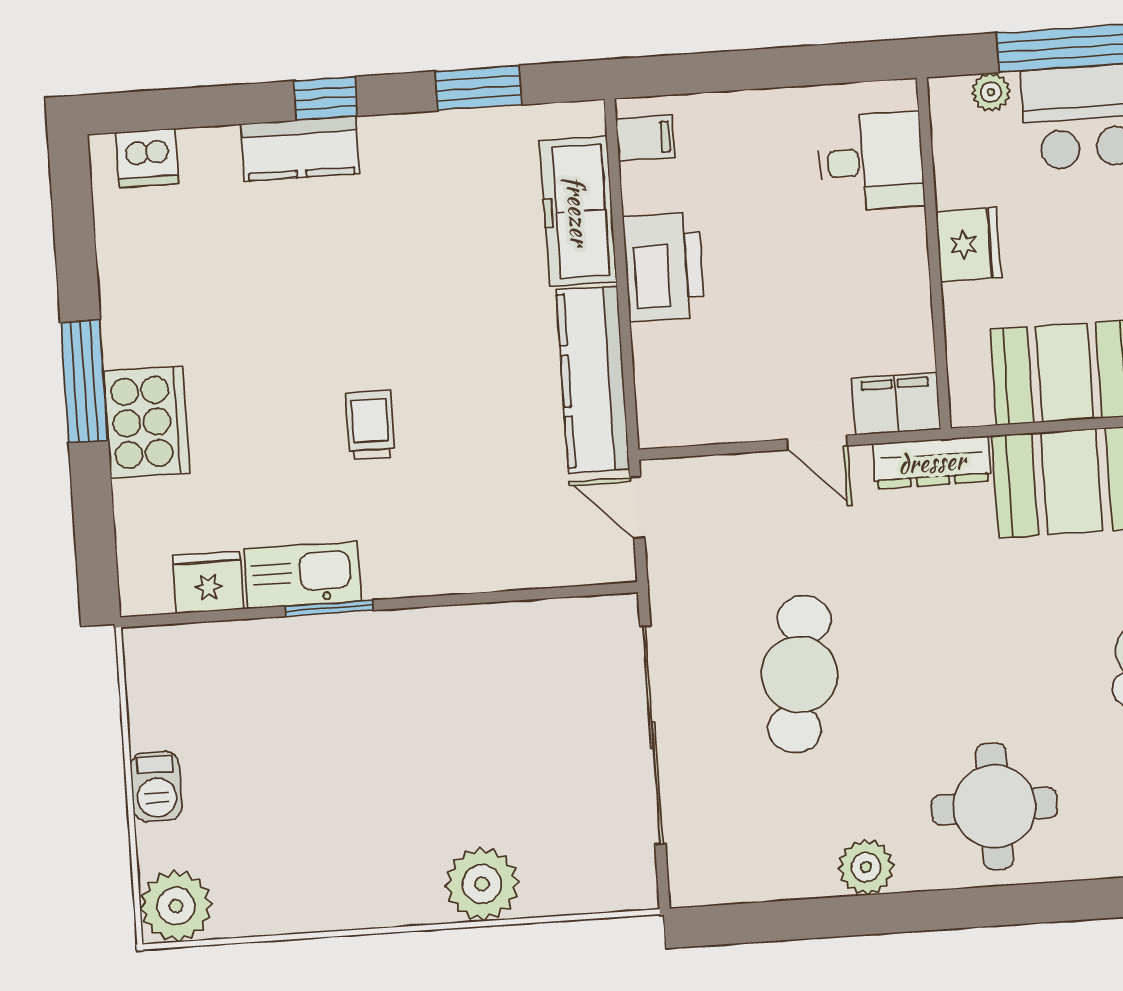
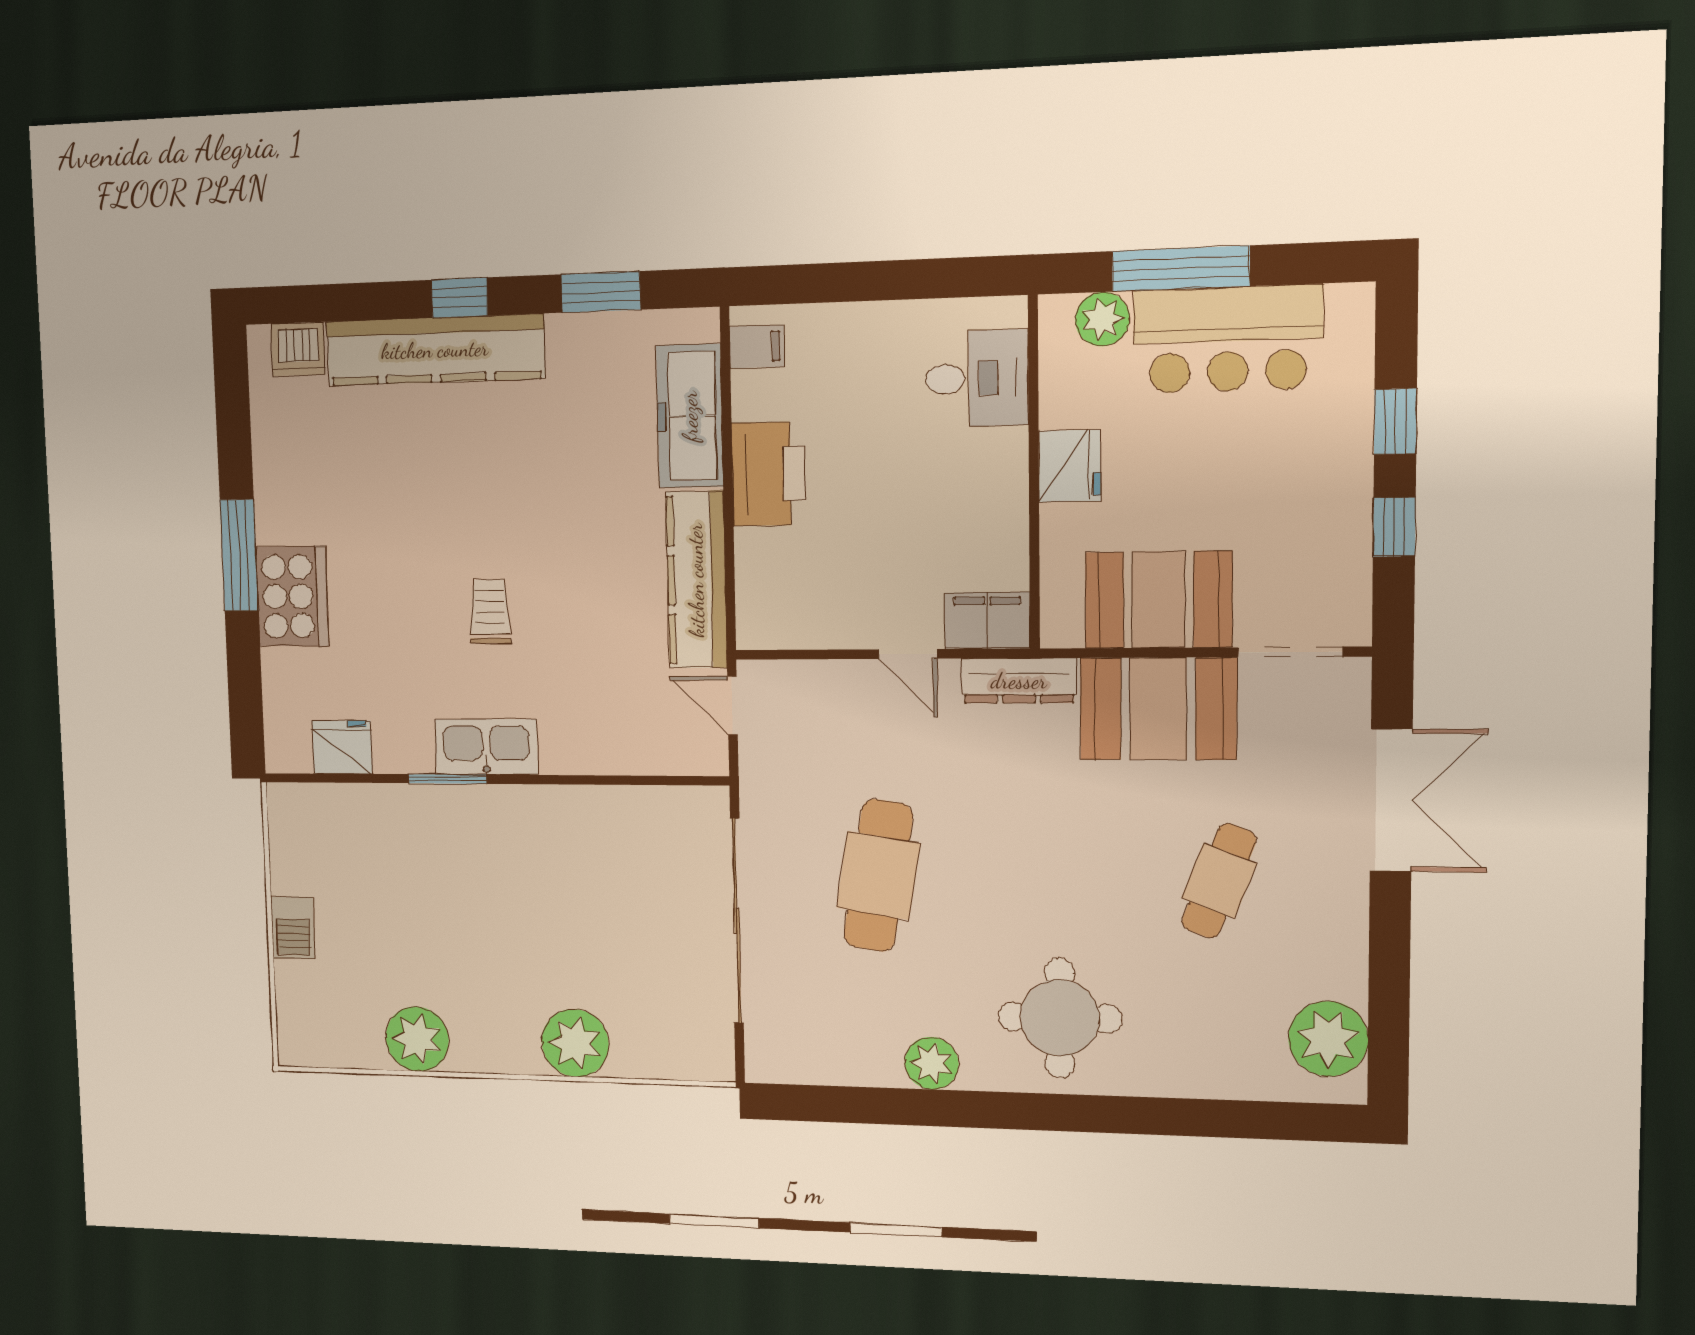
plant: (991, 92) -> (1102, 319), width x1.38, depth x1.38
kitchen counter: (300, 149) -> (435, 350), width x2.08, depth x1.17
kitchen sink: (303, 575) -> (486, 747), moved
plant: (176, 906) -> (417, 1039), moved

